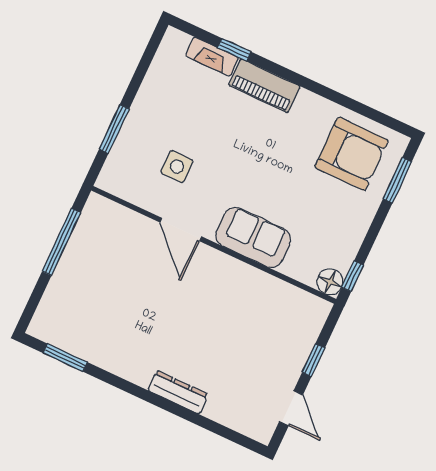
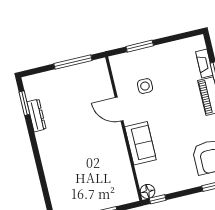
door: (181, 229) -> (119, 109), hinge flipped
dresser: (178, 392) -> (37, 115), moved

